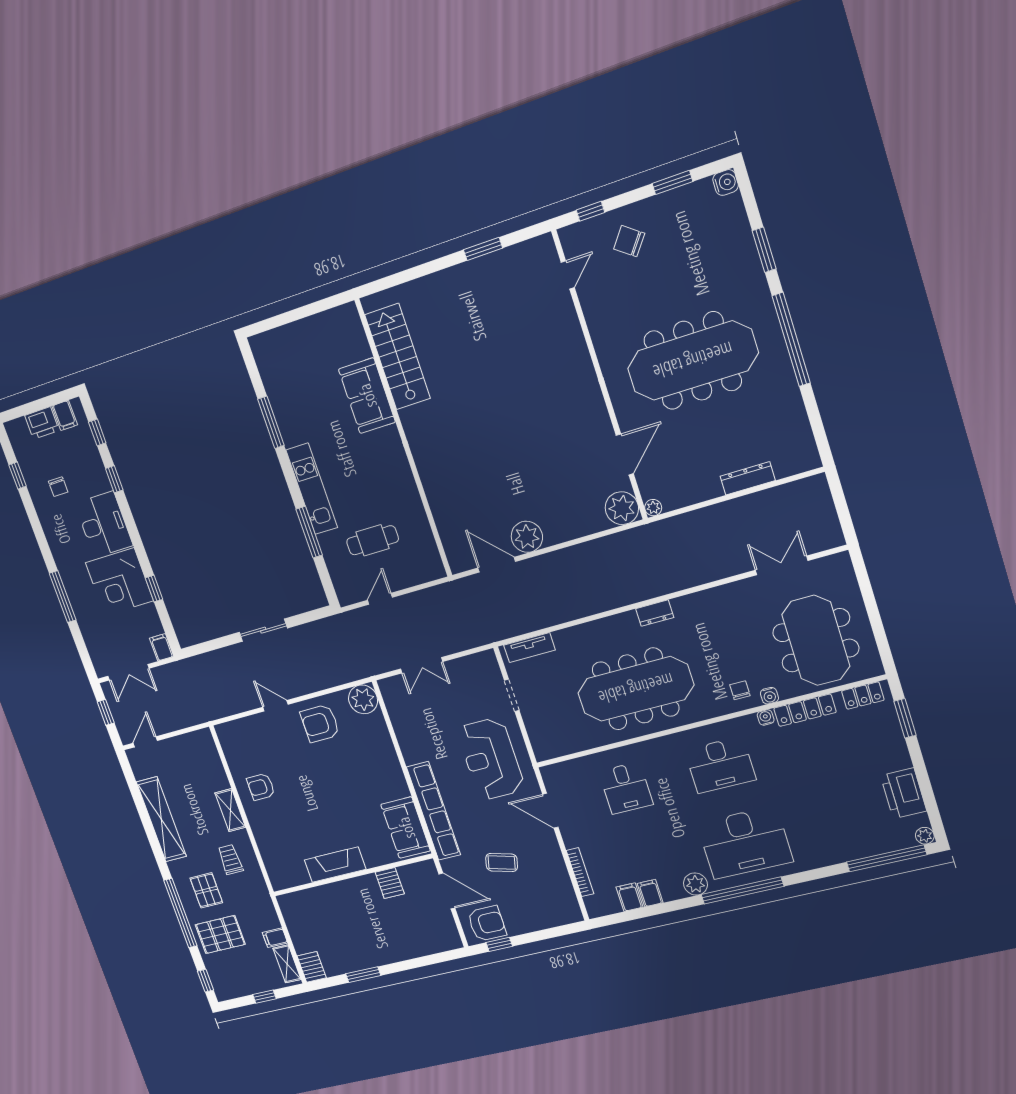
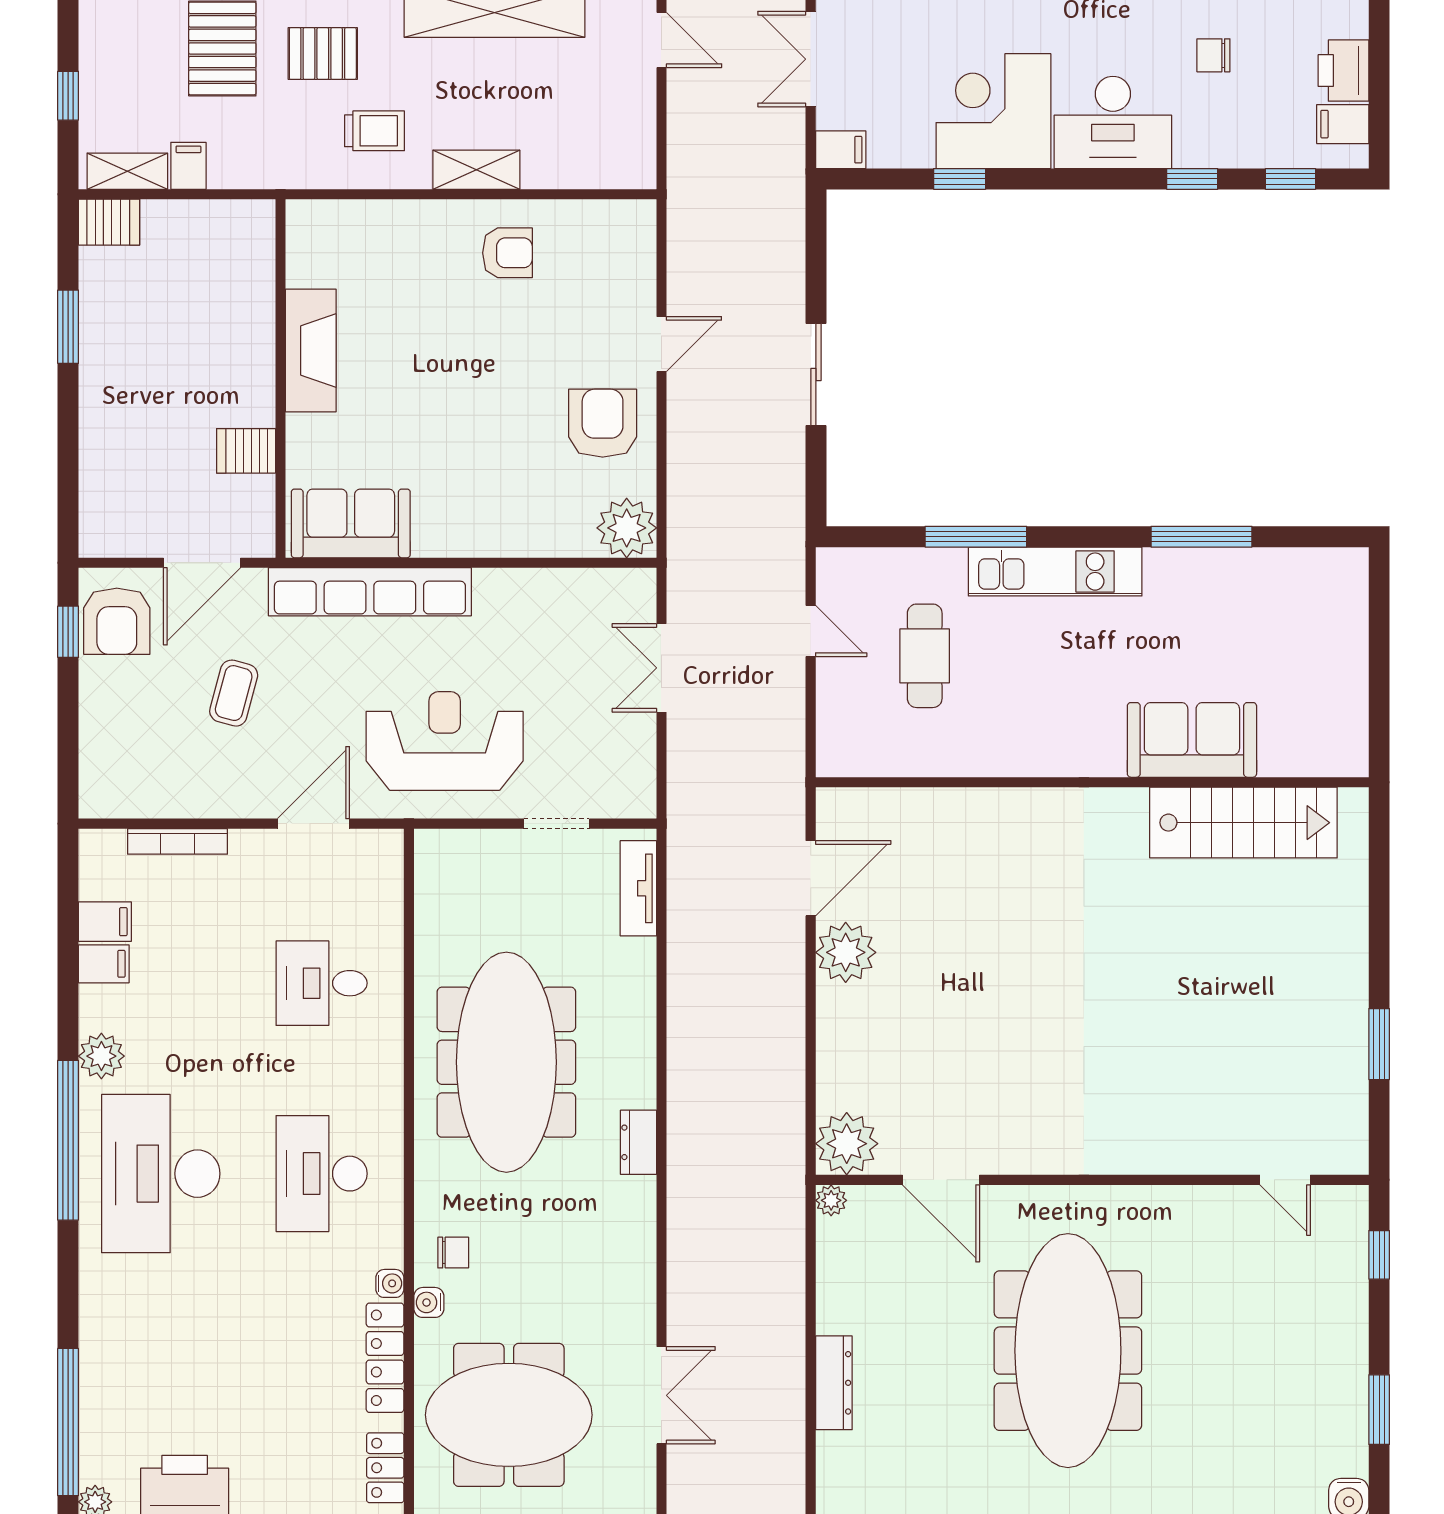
chair: (629, 241) -> (1307, 1305), removed
armchair: (261, 787) -> (507, 253), turned 90

